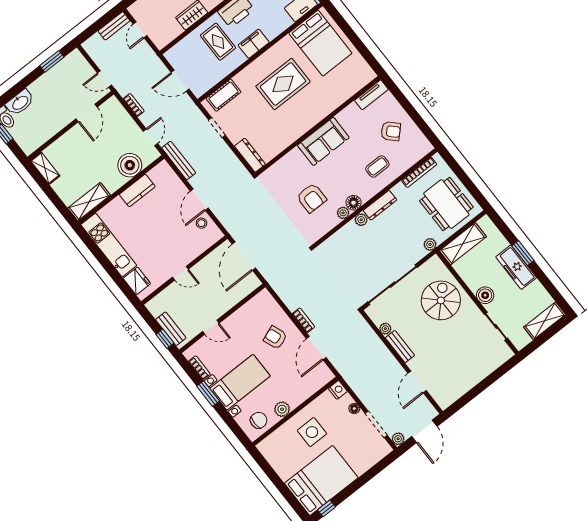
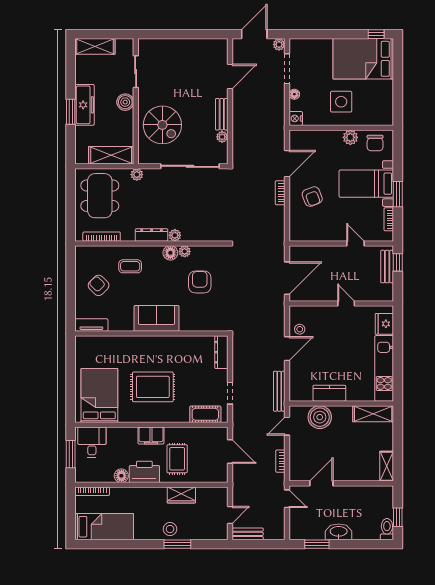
washbasin: (20, 102) -> (339, 532), moved
spiral stairs: (441, 300) -> (162, 125), turned -90
chair: (259, 420) -> (375, 143), turned -90

